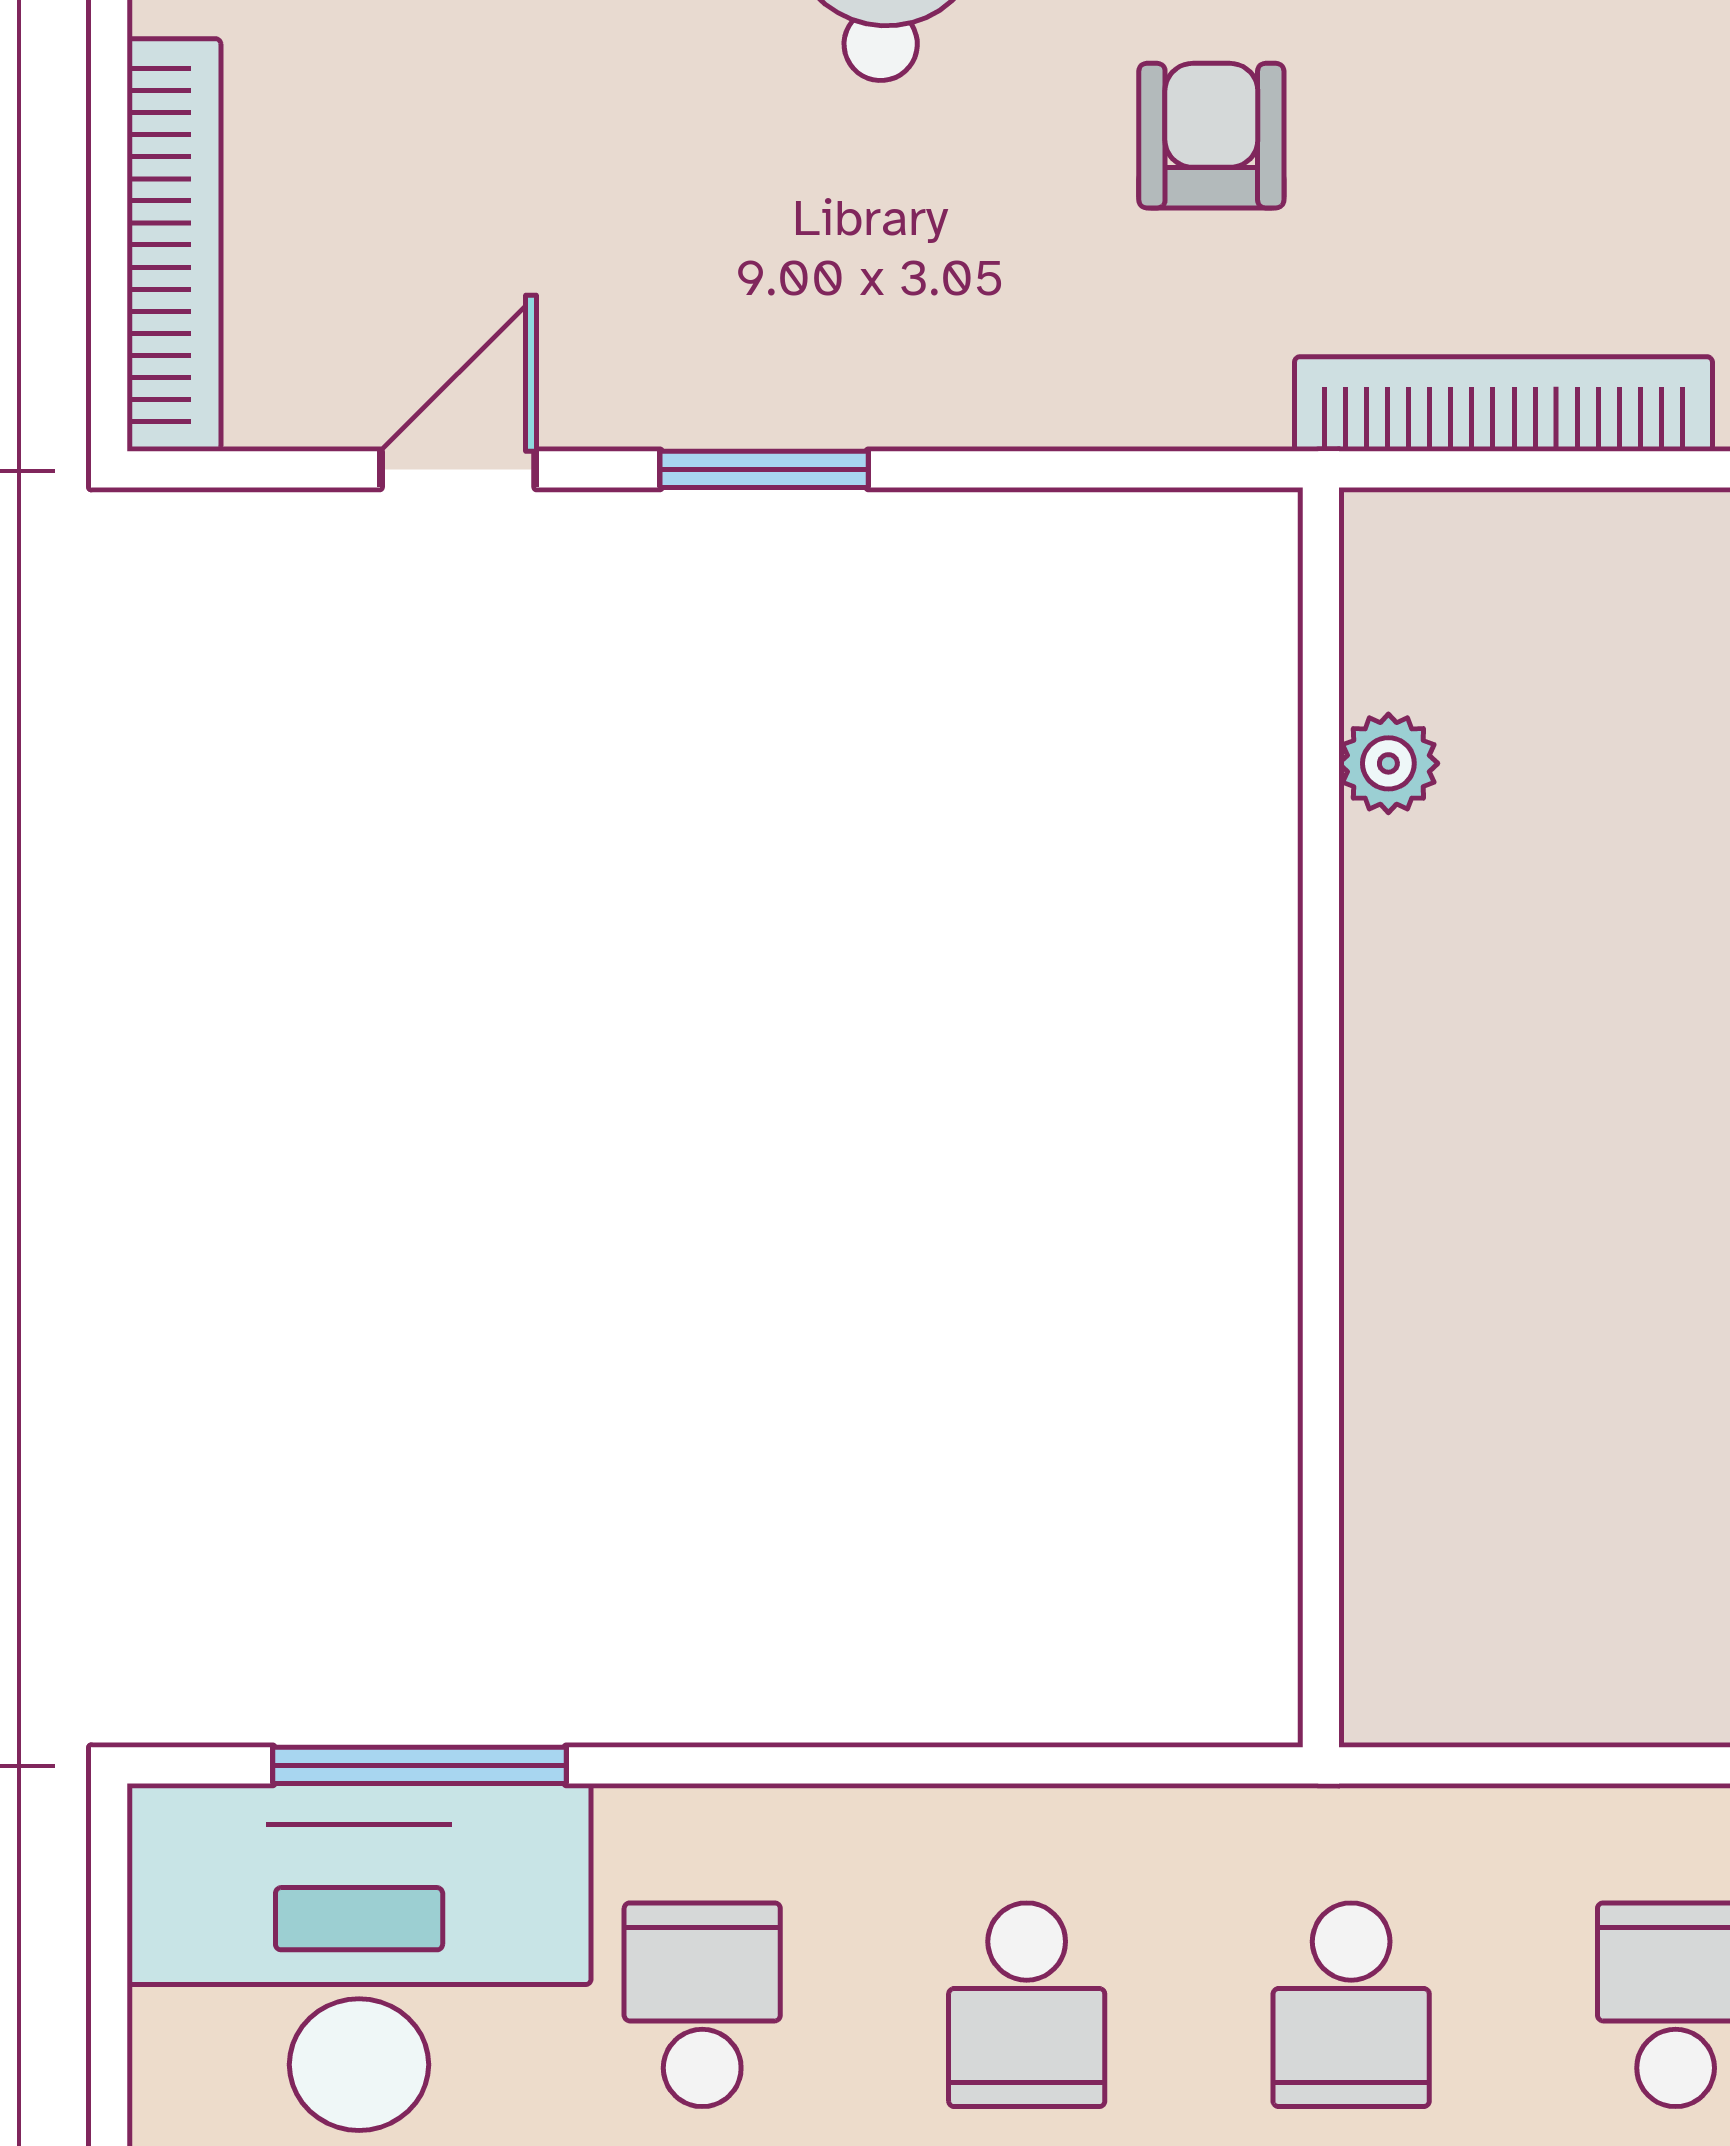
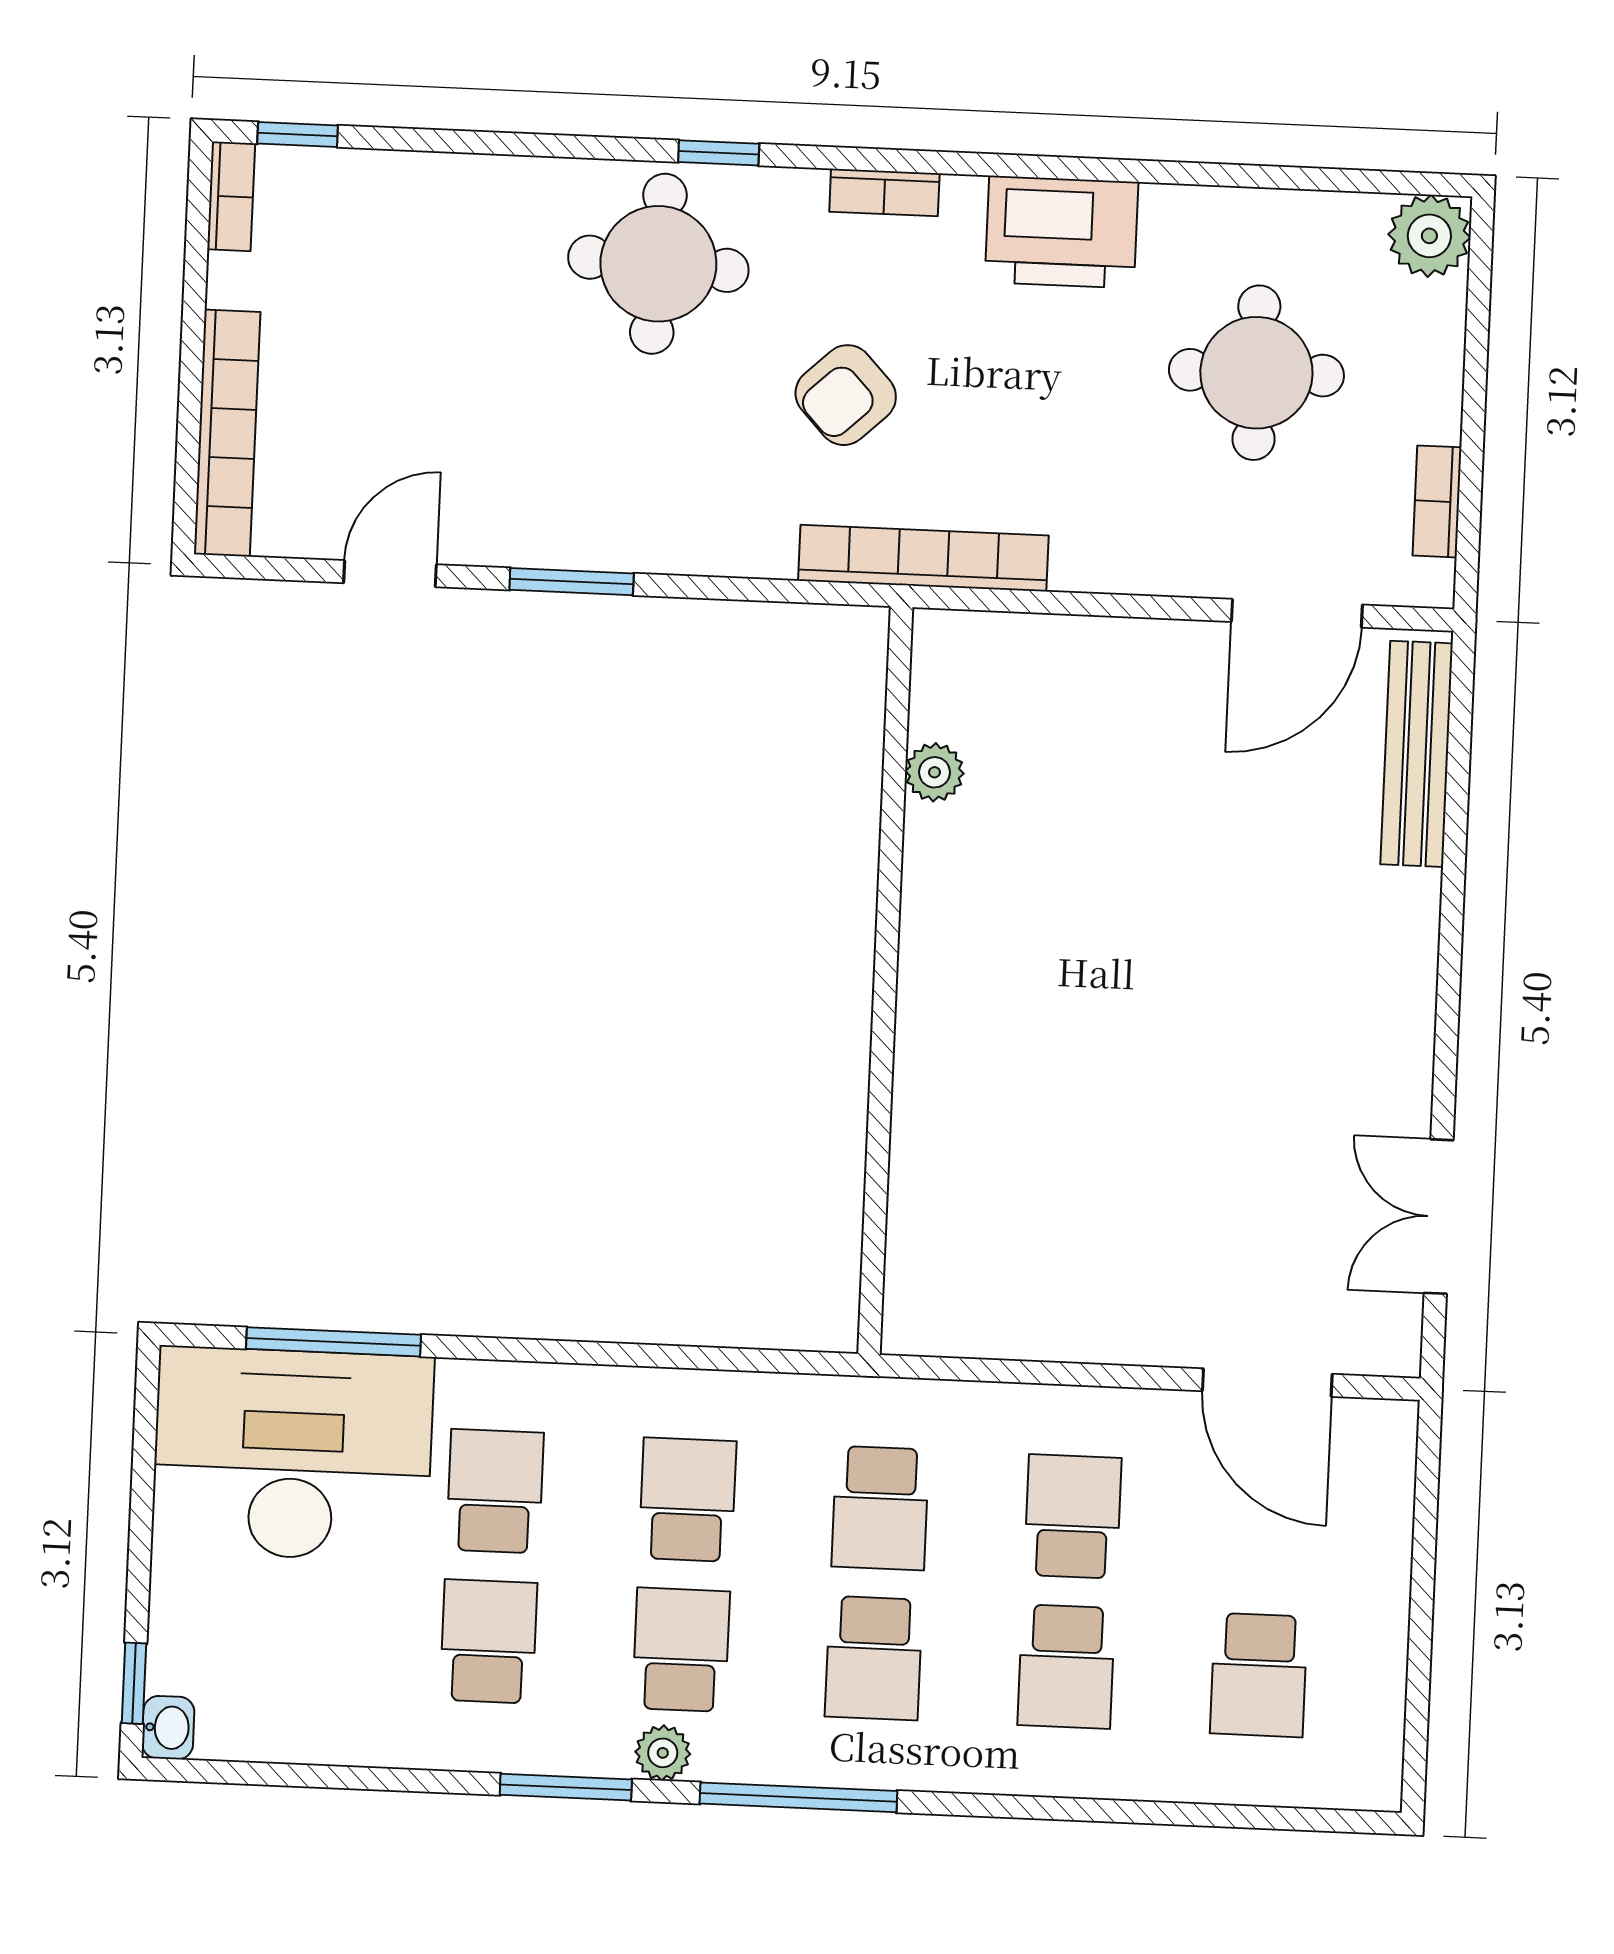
armchair: (1211, 136) -> (846, 395), turned -133
bookcase: (1503, 404) -> (923, 558), moved
school desk: (1027, 2005) -> (688, 1500), turned 180

